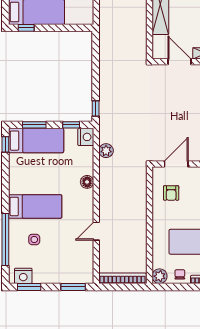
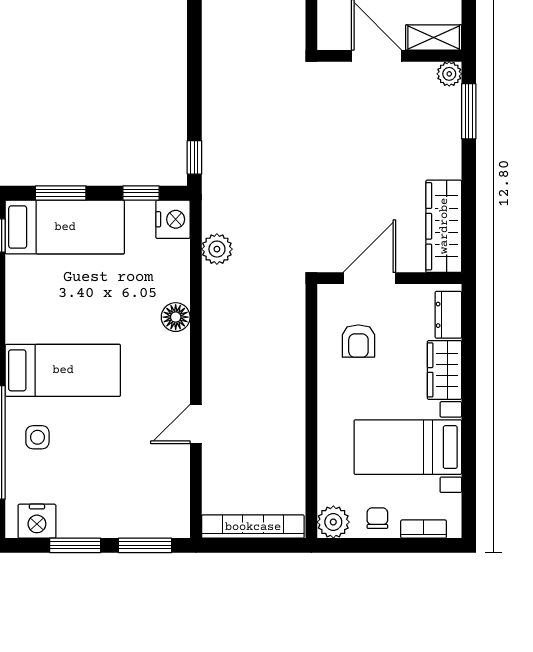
side table: (34, 239) -> (37, 437), moved
window: (29, 287) -> (75, 545), moved

